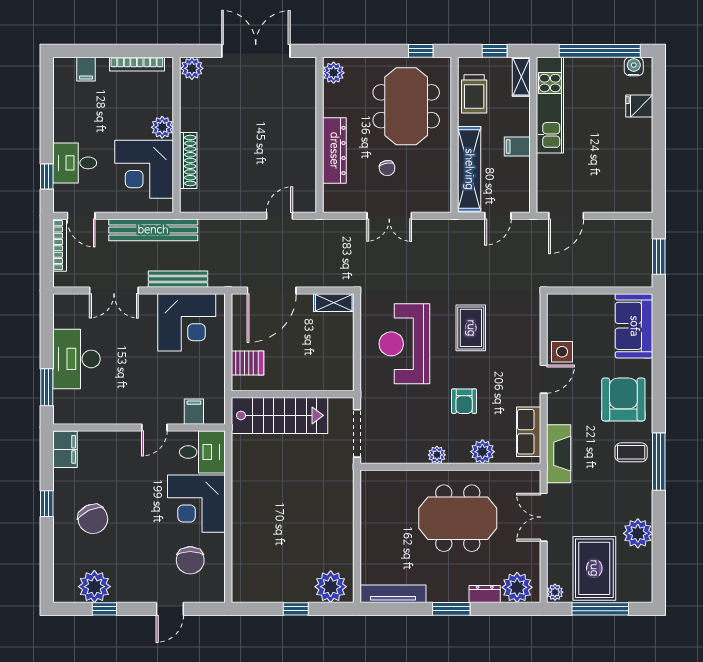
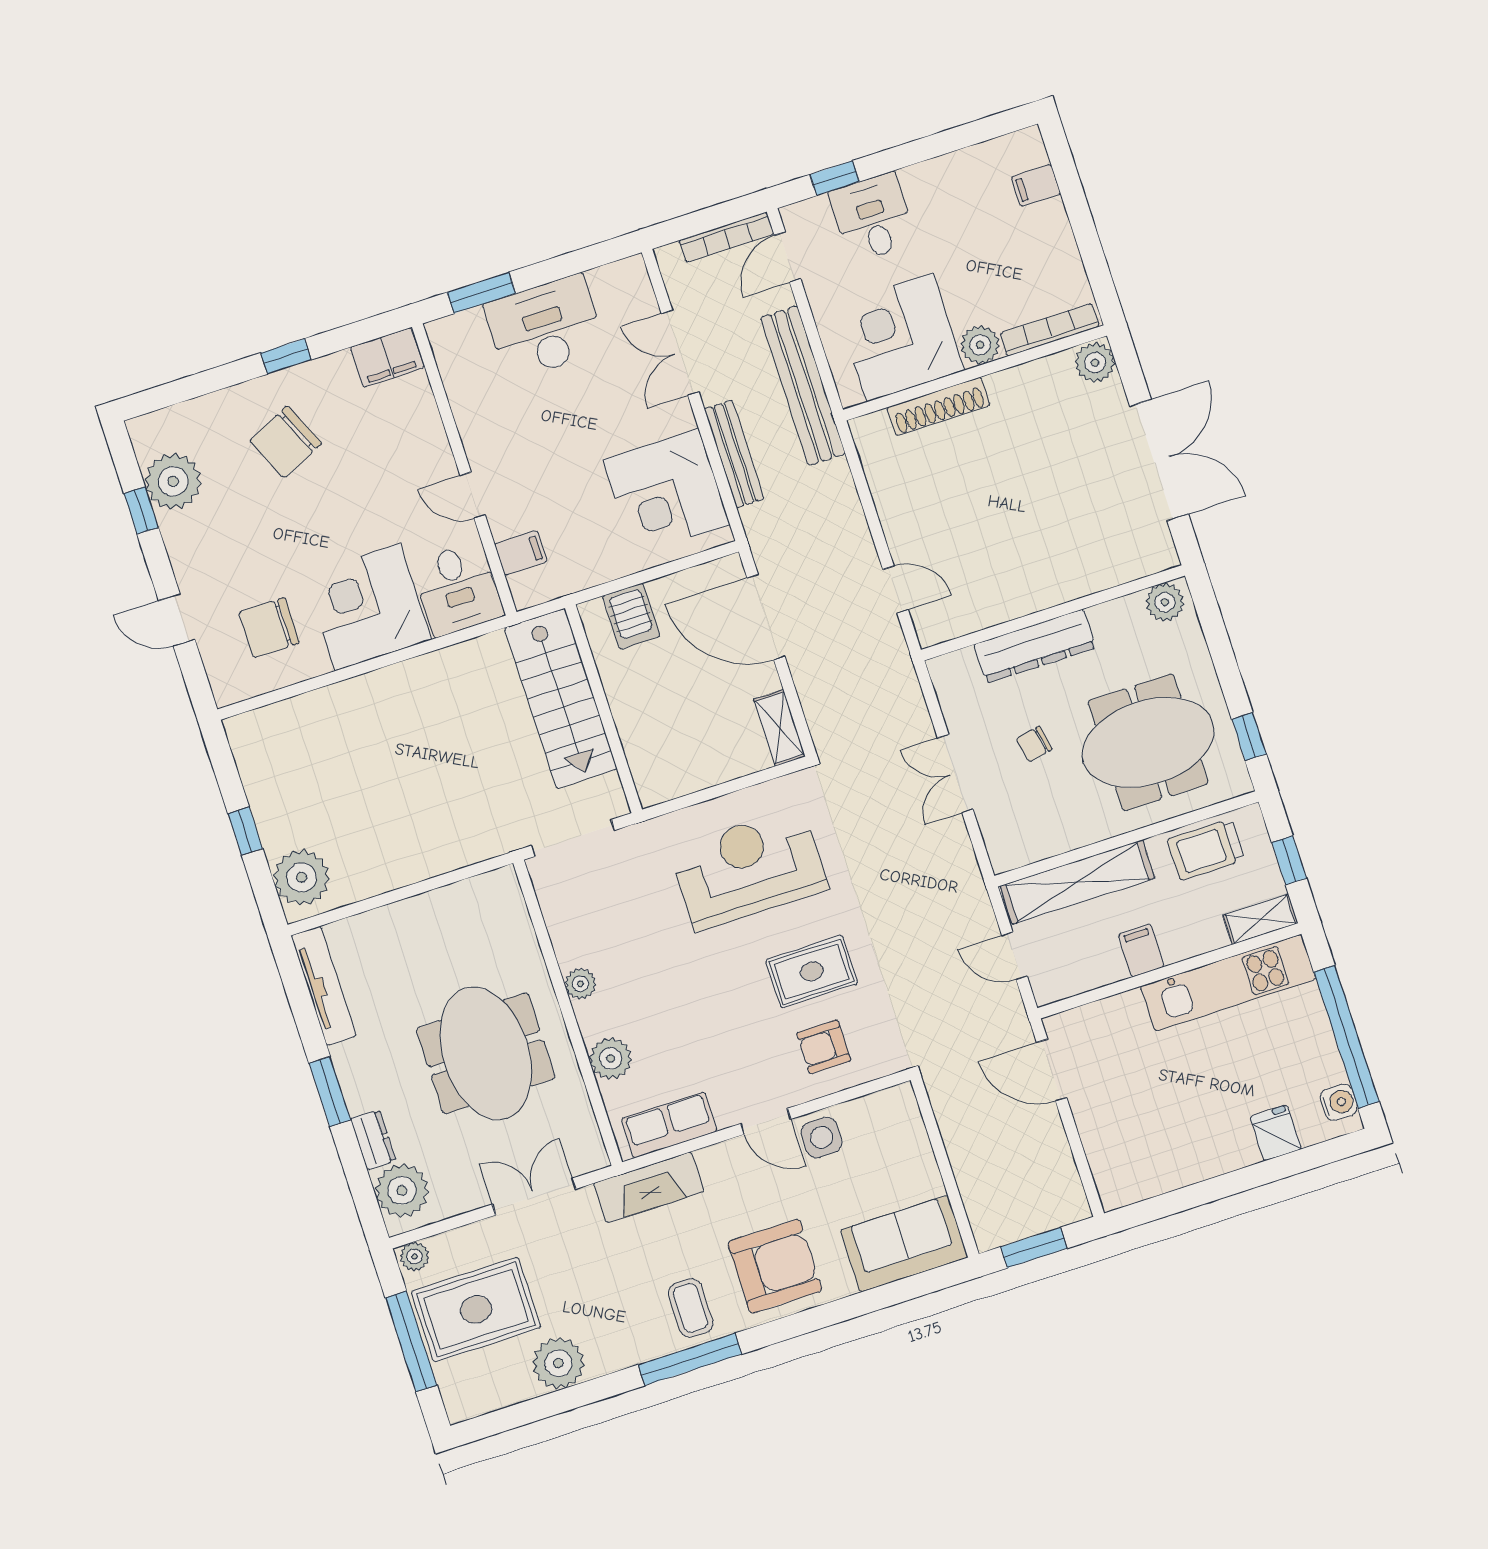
bookcase: (137, 64) -> (1050, 330), moved, turned 90
armchair: (464, 401) -> (824, 1047), moved

